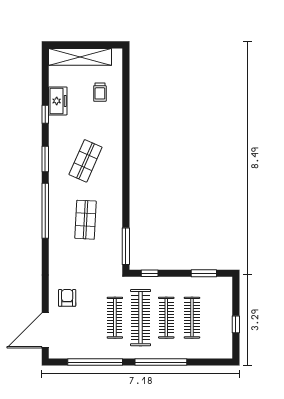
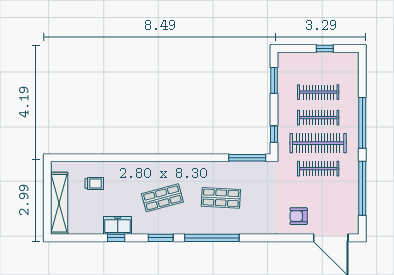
freezer: (58, 101) -> (118, 225), moved
shop shelf: (86, 161) -> (162, 198), turned -39

